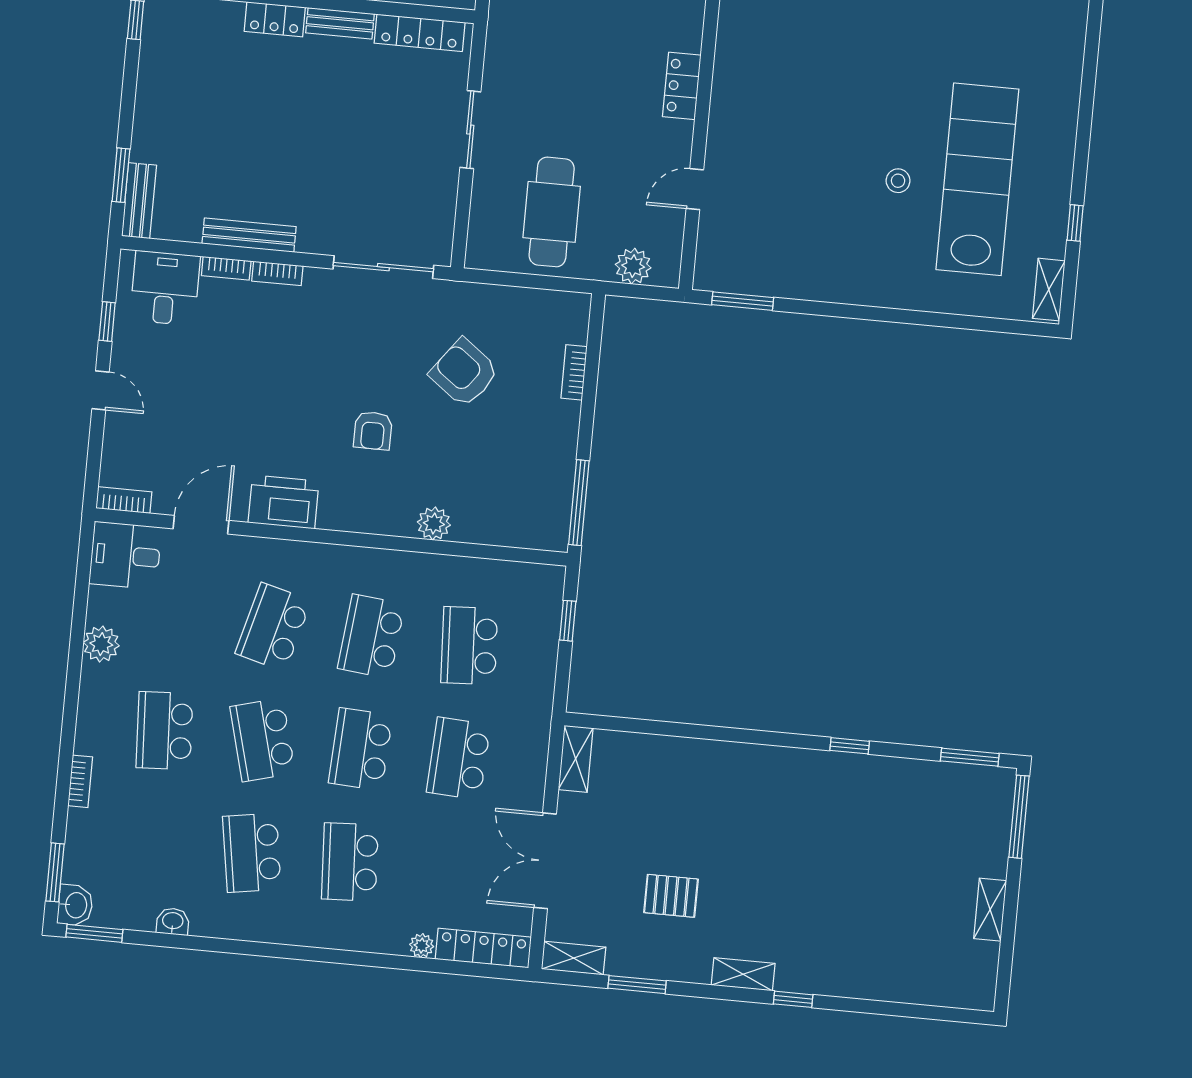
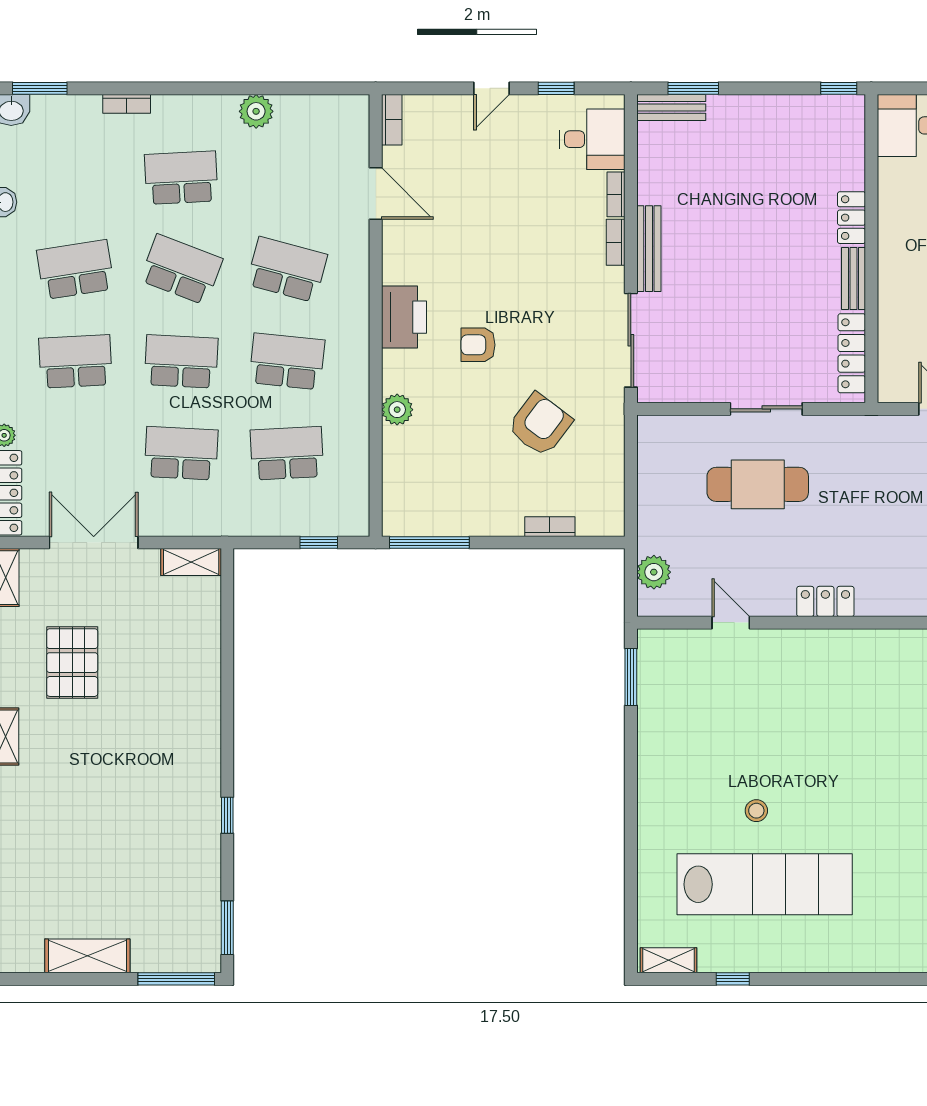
cafe table: (552, 212) -> (758, 484), moved
bench: (249, 235) -> (649, 249), moved
printer: (284, 502) -> (404, 317), moved
desk: (125, 555) -> (340, 126), removed
school desk: (263, 740) -> (181, 270), turned 36
pallet: (671, 896) -> (72, 663), width x1.50, depth x1.42
shelving: (990, 910) -> (87, 956), width x1.50, depth x1.33

